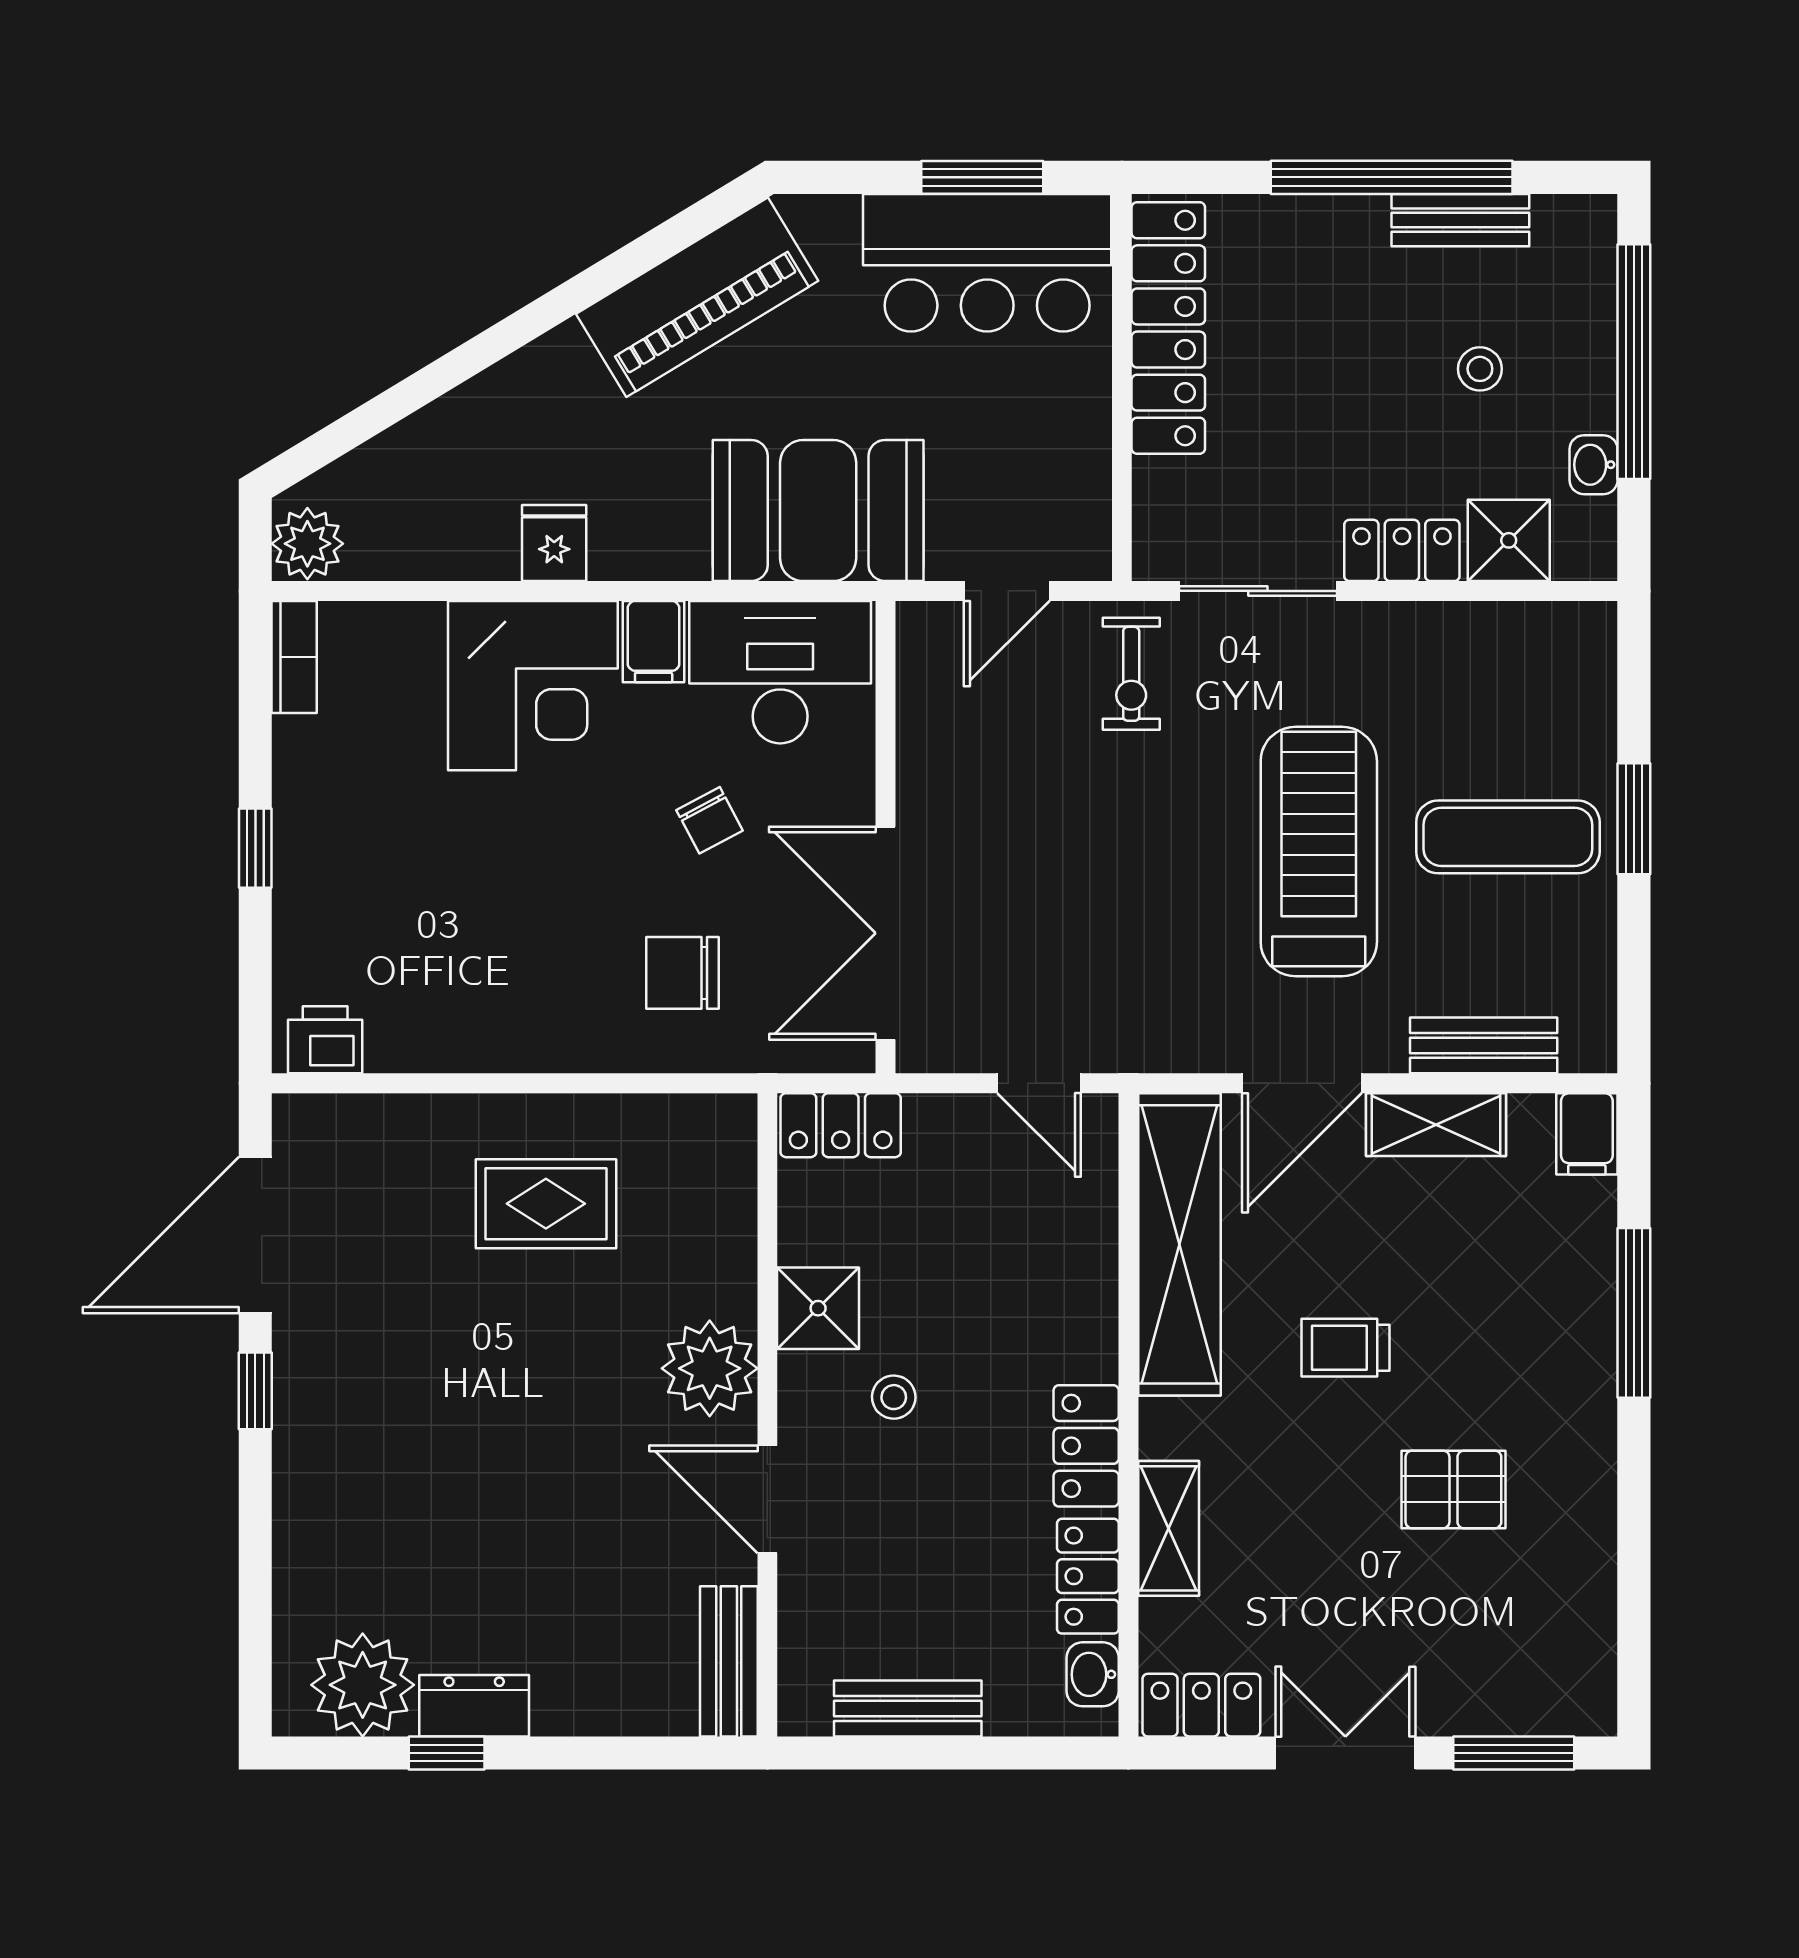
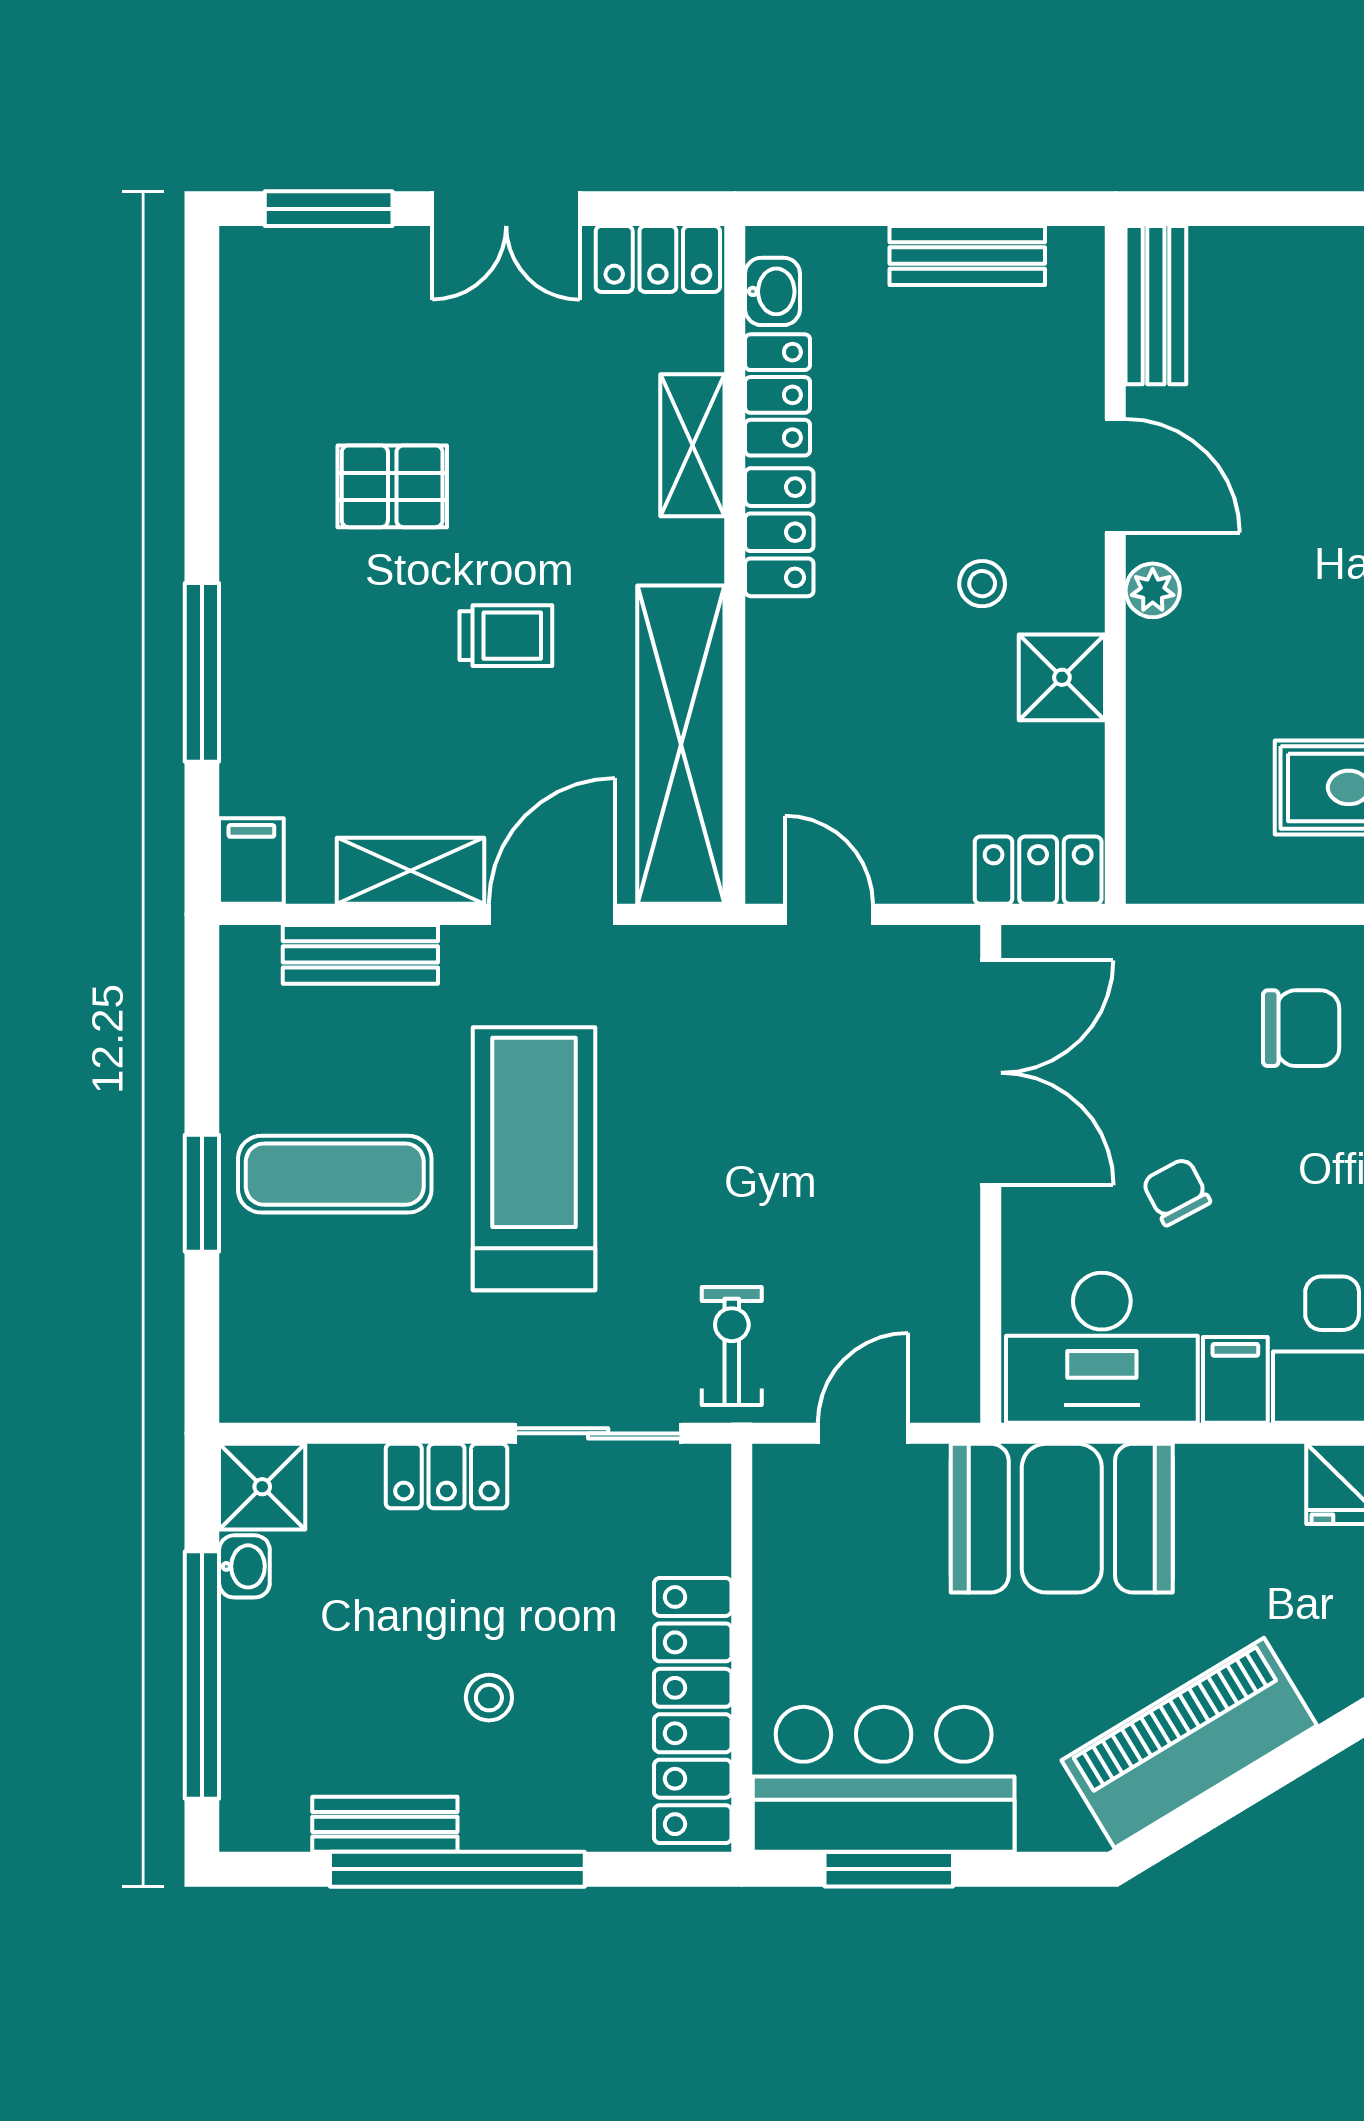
stool: (1480, 369) -> (489, 1698), moved
shower: (1509, 540) -> (262, 1487), moved
treadmill: (1319, 852) -> (534, 1159), turned 180
chair: (683, 973) -> (1301, 1028), moved
plant: (710, 1368) -> (1153, 590), width x0.53, depth x0.53

